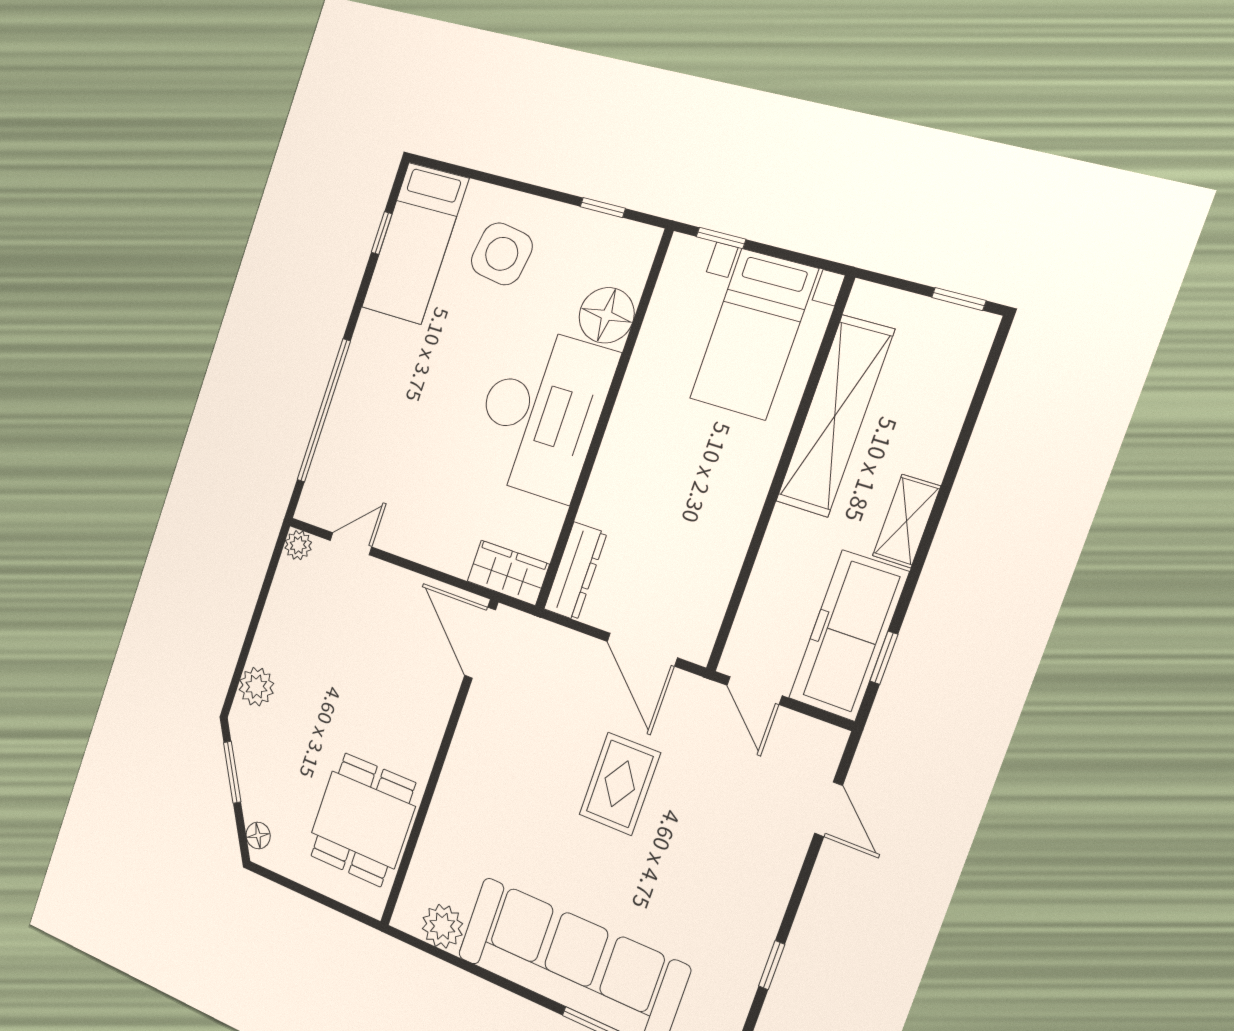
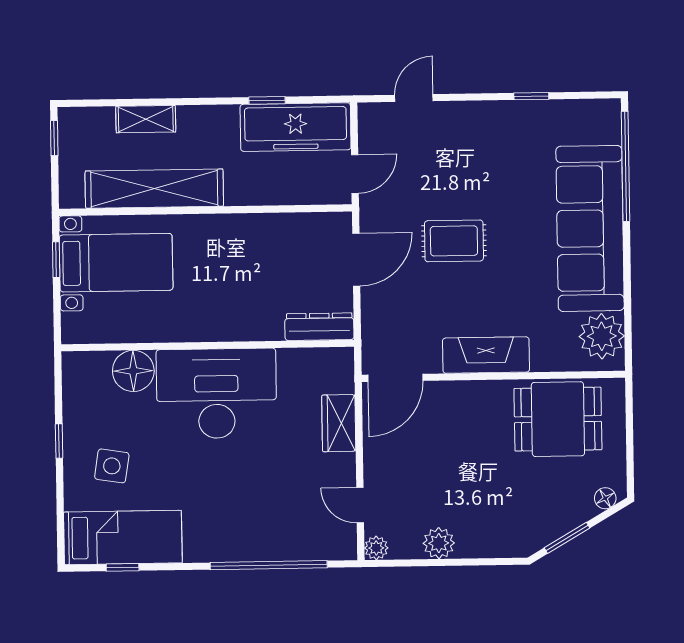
window: (603, 208) -> (59, 441), moved
window: (721, 238) -> (56, 260), moved
side table: (502, 254) -> (112, 466), width x0.73, depth x0.73
shelving: (906, 521) -> (146, 119), moved
wardrobe: (508, 573) -> (339, 423), moved
window: (884, 658) -> (267, 100), moved
plant: (256, 687) -> (439, 543), moved
fireplace: (467, 765) -> (486, 355), added
plant: (442, 926) -> (602, 336), width x1.36, depth x1.36

